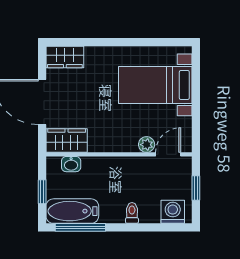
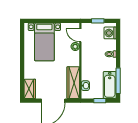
wardrobe: (67, 141) -> (73, 83), width x1.50

